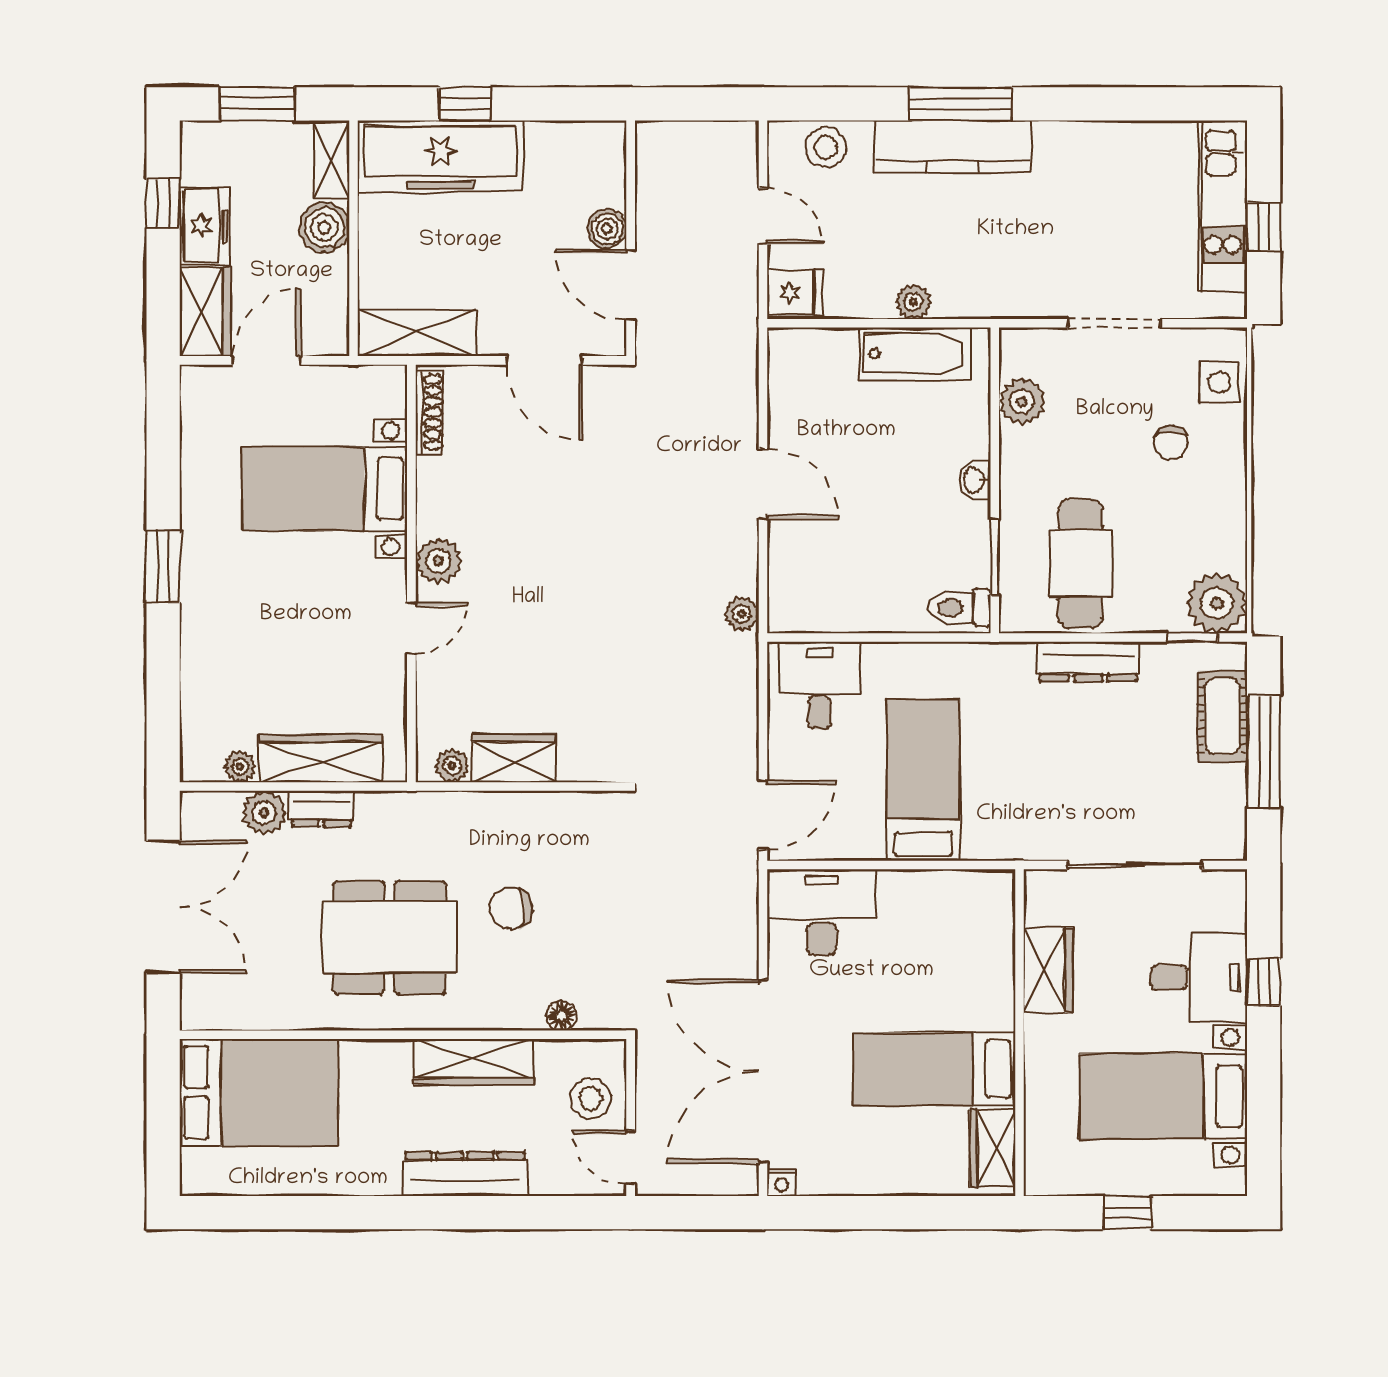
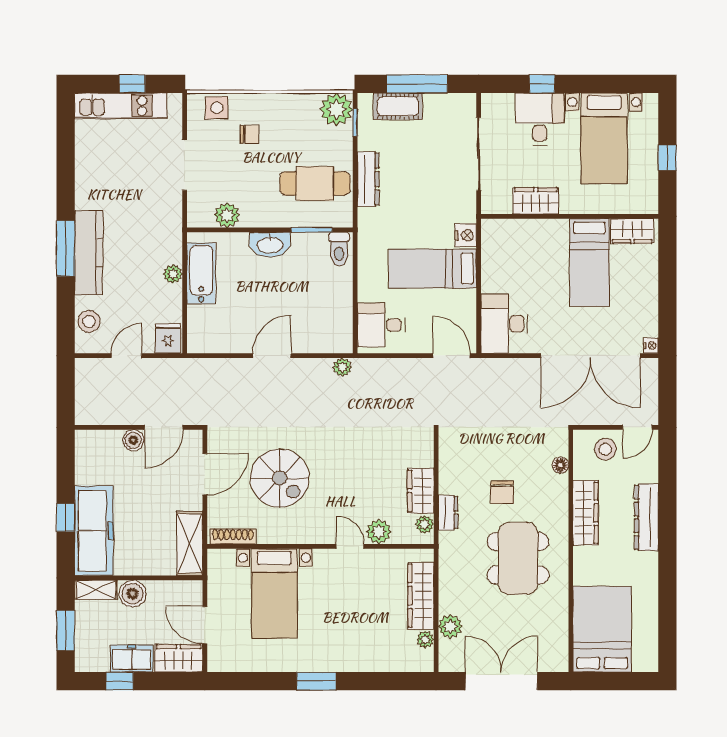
washbasin: (975, 480) -> (270, 245), width x1.91, depth x1.45
spiral stairs: (537, 498) -> (280, 478), added
plant: (438, 561) -> (379, 532), moved
dresser: (321, 809) -> (448, 513), moved
nightstand: (985, 841) -> (466, 235), added

